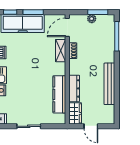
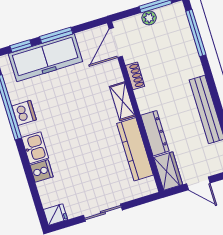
shelving: (61, 51) -> (122, 101), moved

